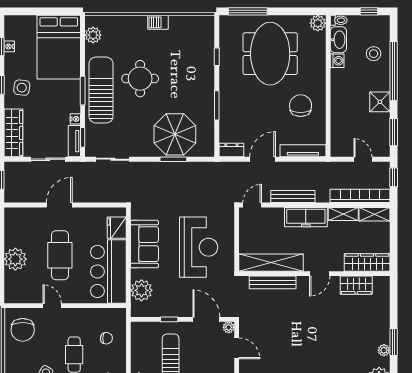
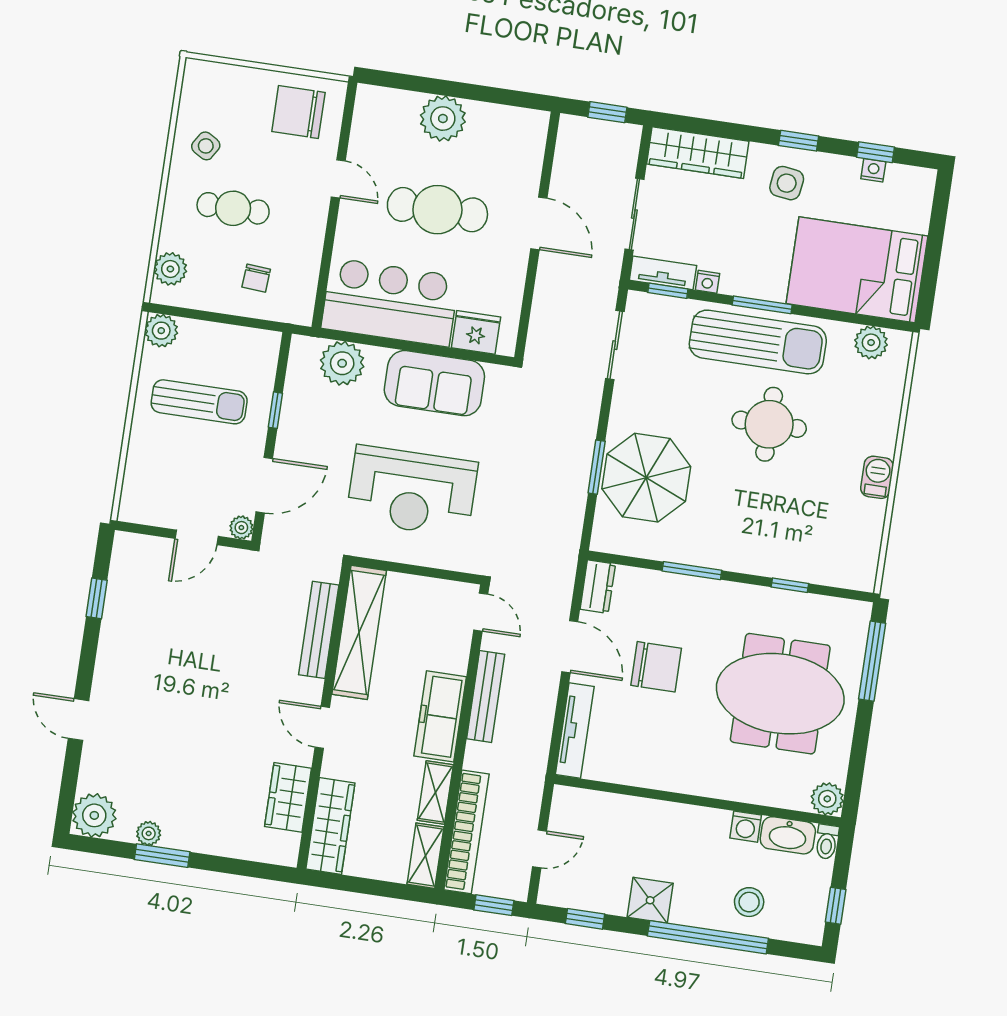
chair: (301, 106) -> (656, 667), moved
window: (394, 132) -> (585, 919), width x0.67
door: (52, 306) -> (338, 179), hinge flipped

